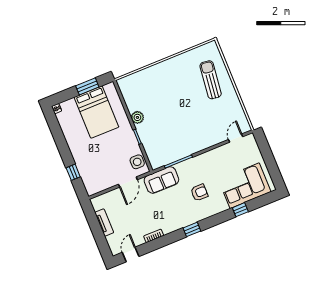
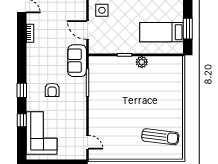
sun lounger: (211, 80) -> (160, 137), moved
bed: (96, 112) -> (161, 32), width x0.67
side table: (137, 162) -> (102, 10), moved
window: (192, 229) -> (22, 90), moved

